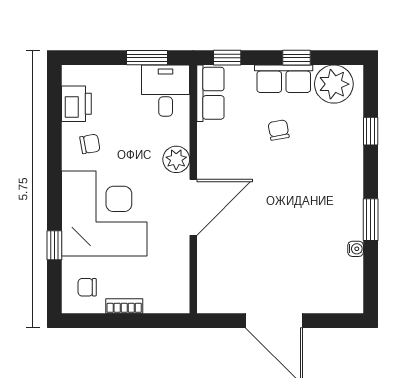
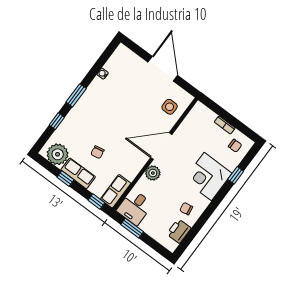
corner desk: (104, 213) -> (208, 177), width x0.74, depth x0.74
window: (371, 220) -> (76, 95), moved
side table: (223, 273) -> (170, 107), added

